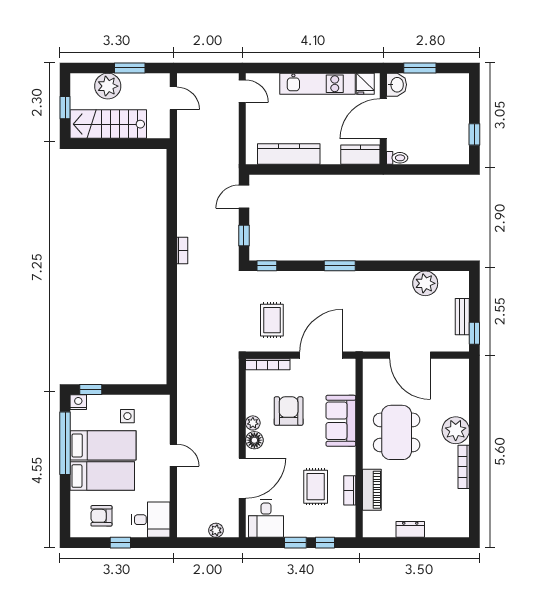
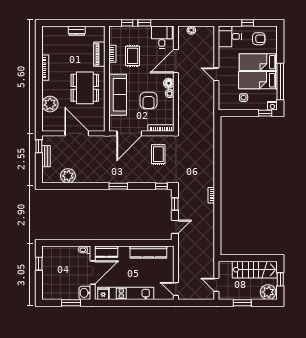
plant: (108, 86) -> (268, 292), moved
sofa: (341, 421) -> (118, 95), width x1.36
plant: (456, 430) -> (50, 104), moved

